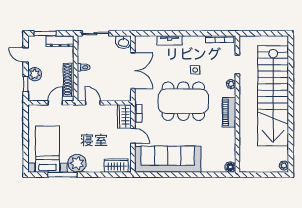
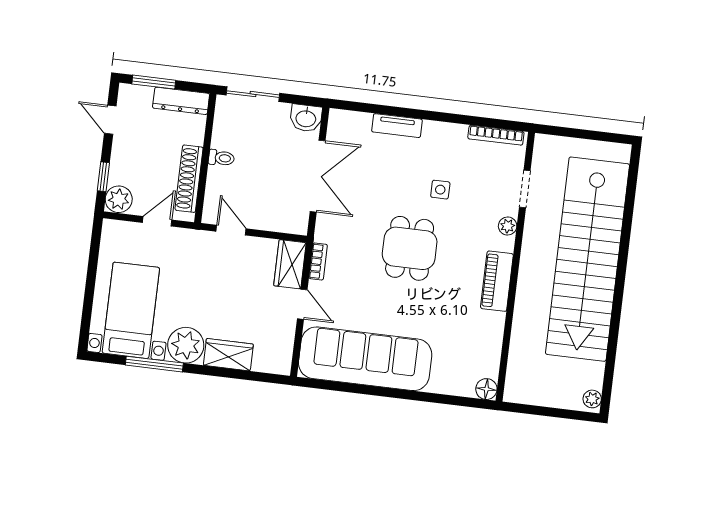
plant: (35, 74) -> (119, 199), moved
dining table: (183, 101) -> (410, 248), width x0.53, depth x0.80
wardrobe: (116, 165) -> (228, 355), moved

